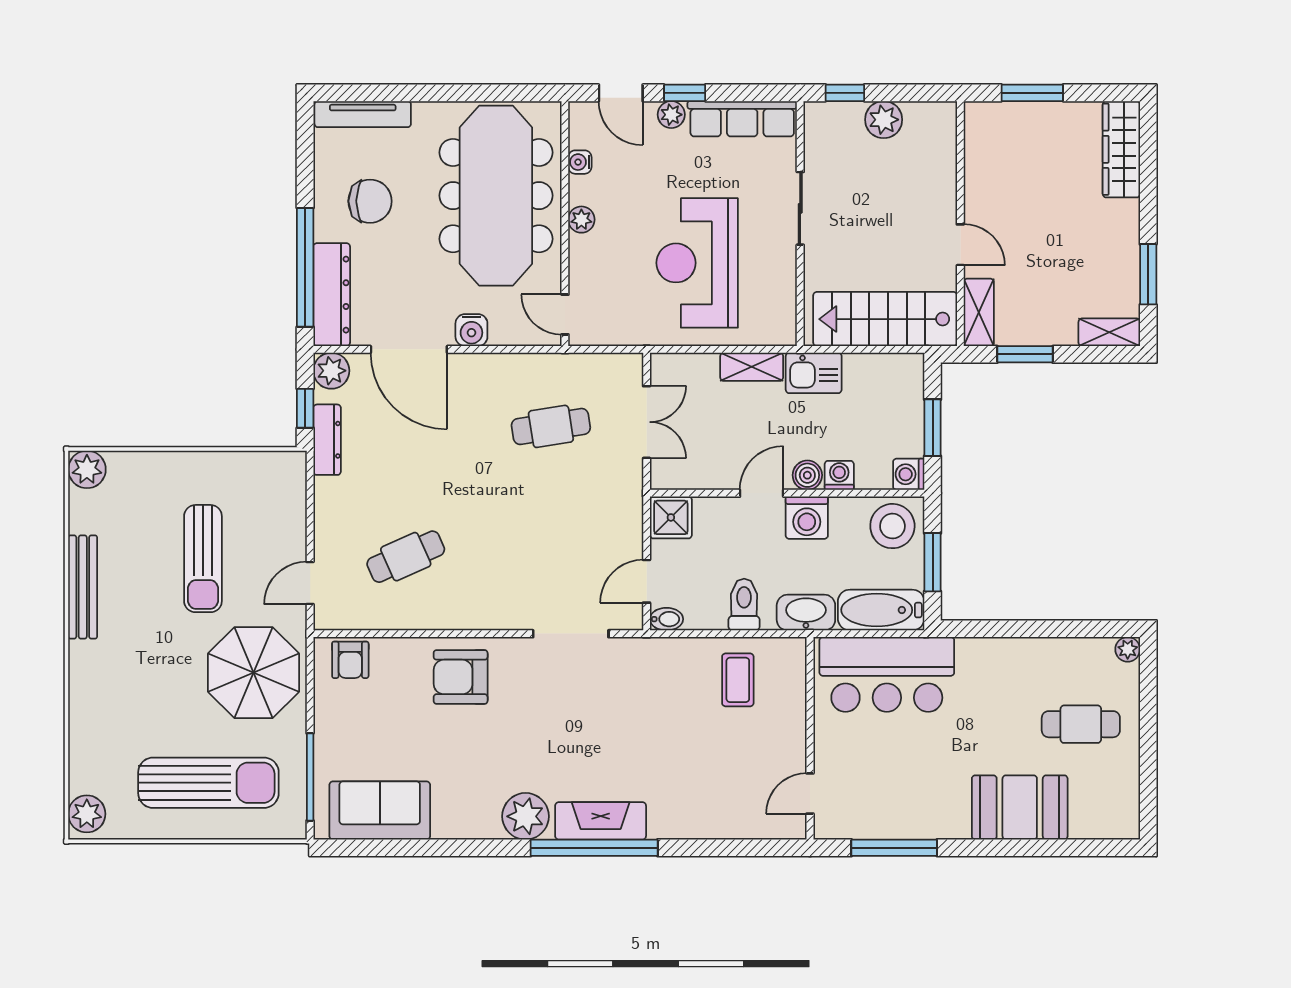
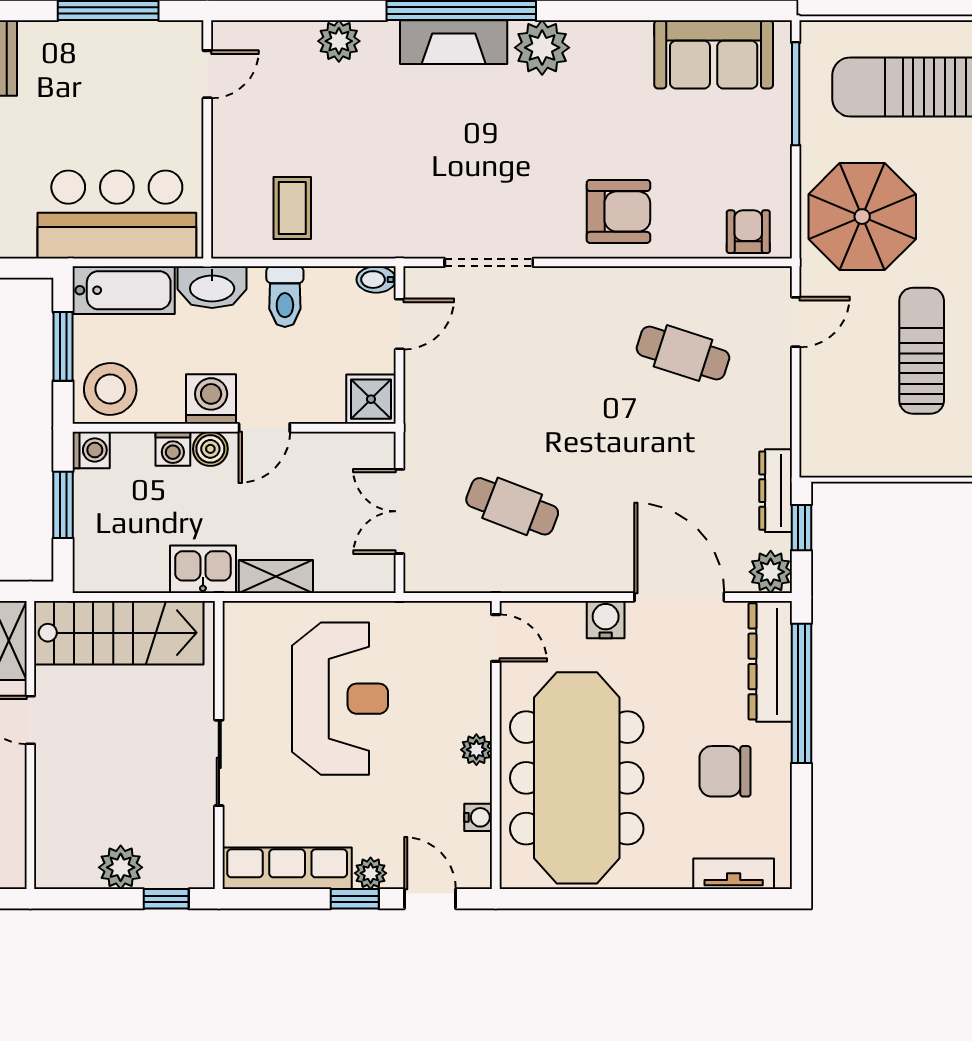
tv unit: (363, 114) -> (734, 874), width x0.71
cafe table: (551, 426) -> (512, 506), turned 30
cafe table: (406, 557) -> (683, 353), turned 42
plant: (698, 822) -> (339, 41), added

